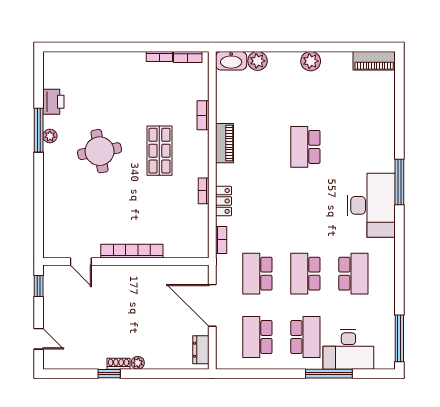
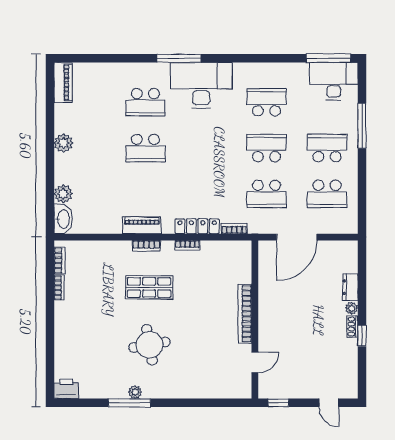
printer: (53, 102) -> (66, 389), moved
bookcase: (203, 115) -> (146, 246), moved
school desk: (353, 147) -> (145, 102), added
locker: (224, 201) -> (197, 226), width x1.53
school desk: (305, 274) -> (267, 148), turned 180
door: (39, 339) -> (329, 403), swing flipped
desk: (348, 349) -> (334, 81), moved, turned -90
dresser: (201, 350) -> (350, 287), moved, turned 90

